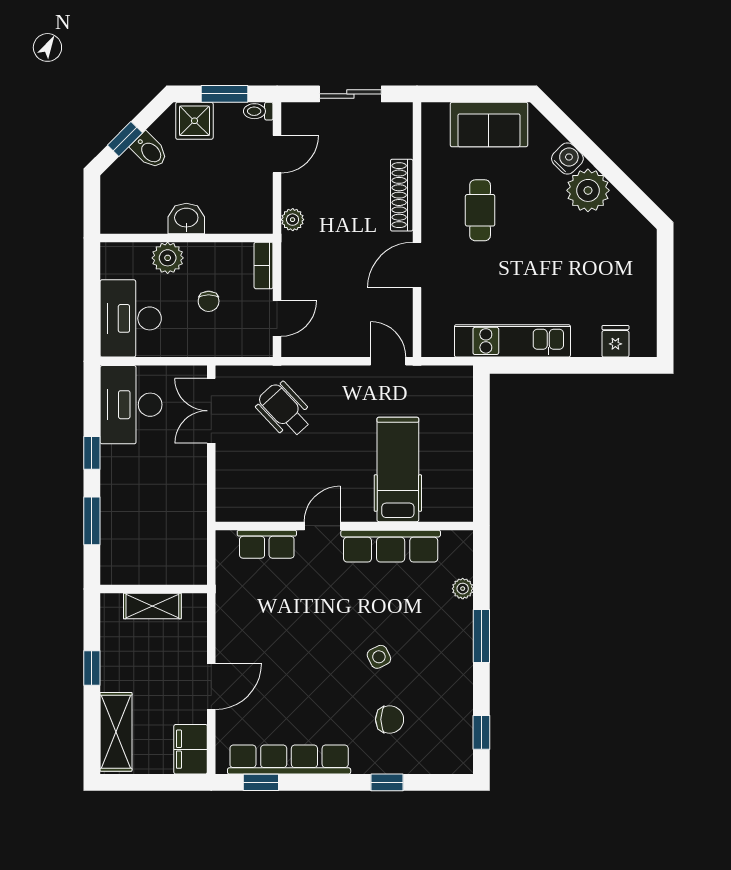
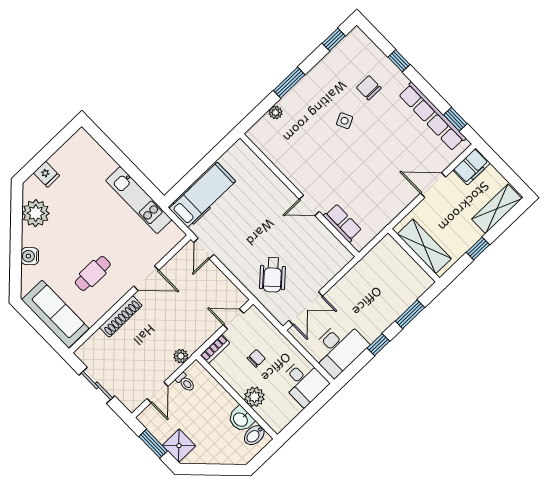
toilet: (258, 111) -> (185, 382), moved
sofa: (489, 125) -> (55, 314), width x1.36
window: (125, 139) -> (218, 470), removed
bidet: (149, 151) -> (254, 435), moved, turned -135
door: (277, 154) -> (157, 392), swing flipped
plant: (588, 190) -> (36, 213), moved
washbasin: (186, 219) -> (241, 419), moved
desk: (131, 318) -> (304, 382), width x0.73
fridge: (615, 341) -> (46, 174), moved, turned -90
hospital bed: (398, 469) -> (202, 195), moved, turned 180
row of seats: (391, 546) -> (288, 165), removed
shelving: (152, 606) -> (424, 246), width x1.50, depth x1.33

